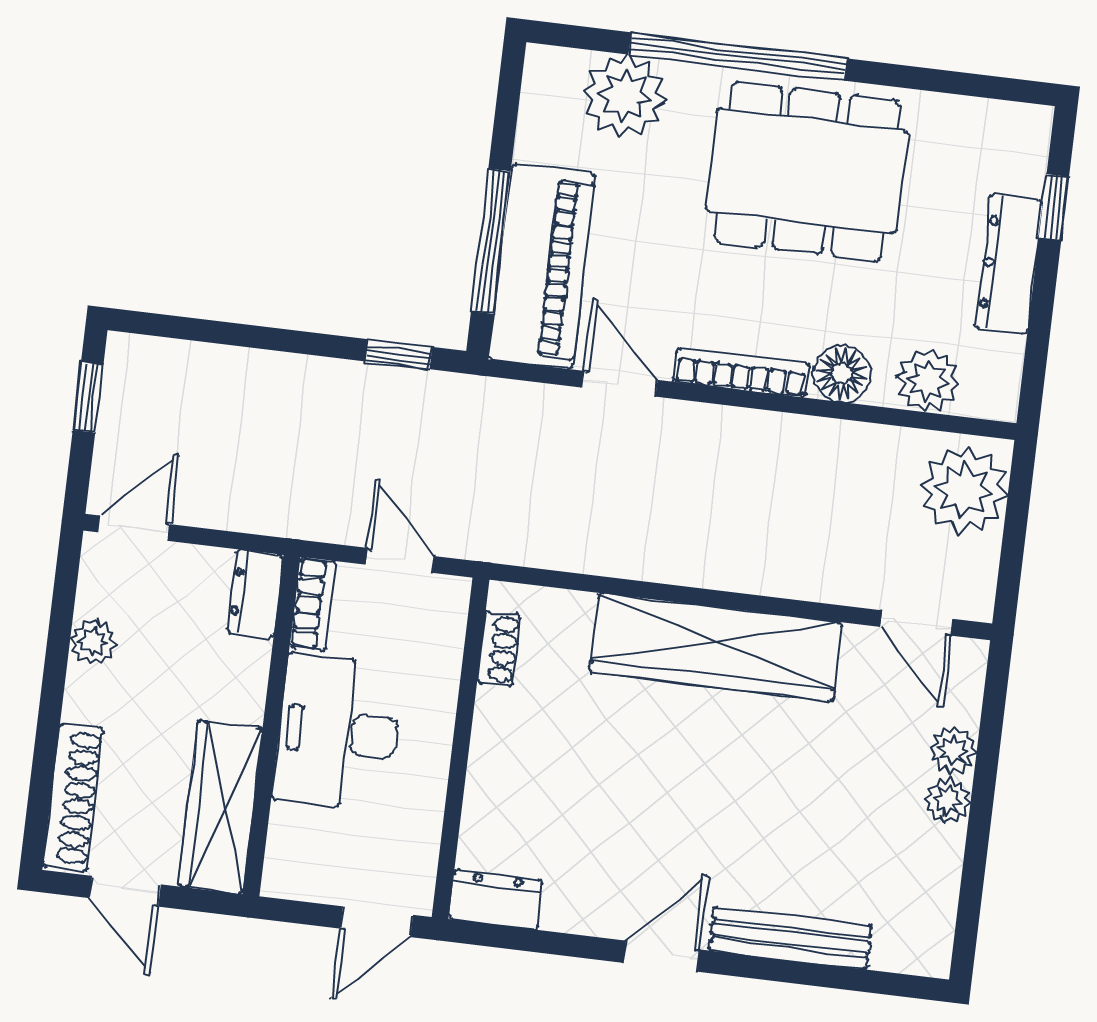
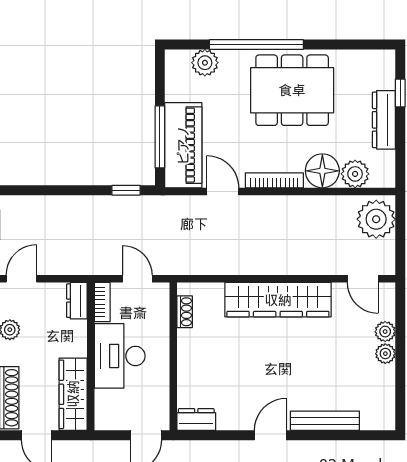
plant: (624, 96) -> (205, 63), width x0.73, depth x0.73
floor lamp: (842, 373) -> (322, 171), width x1.38, depth x1.38

